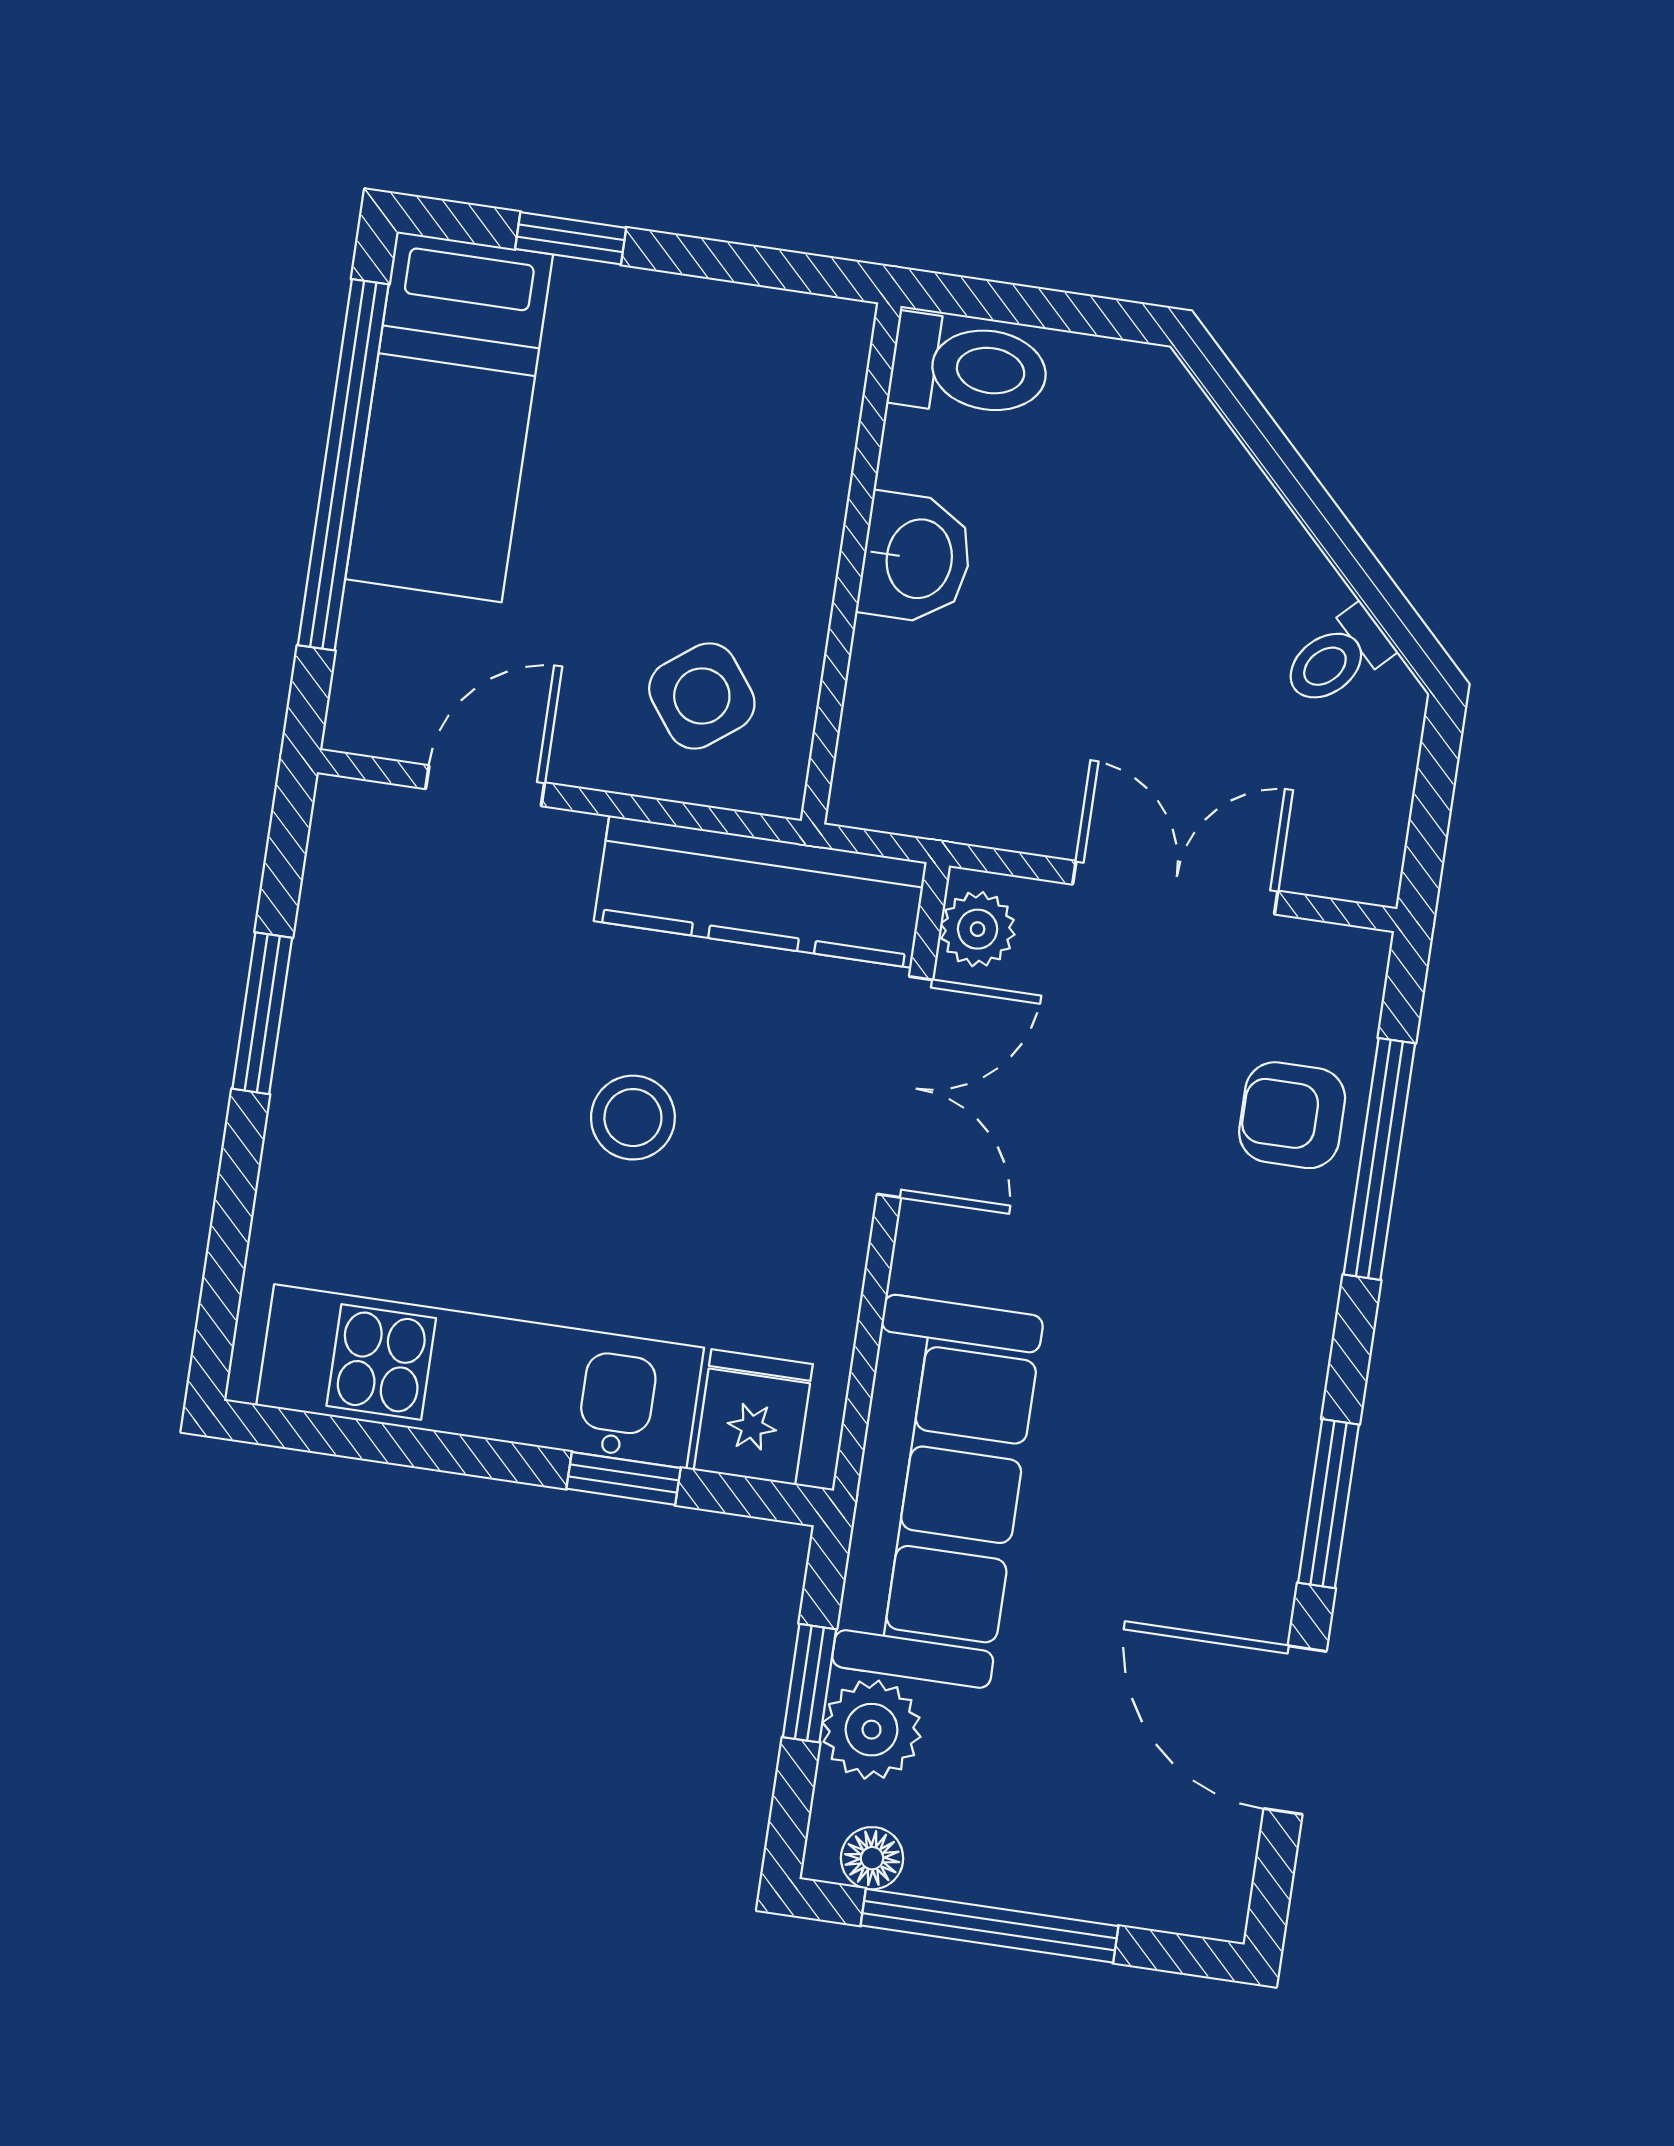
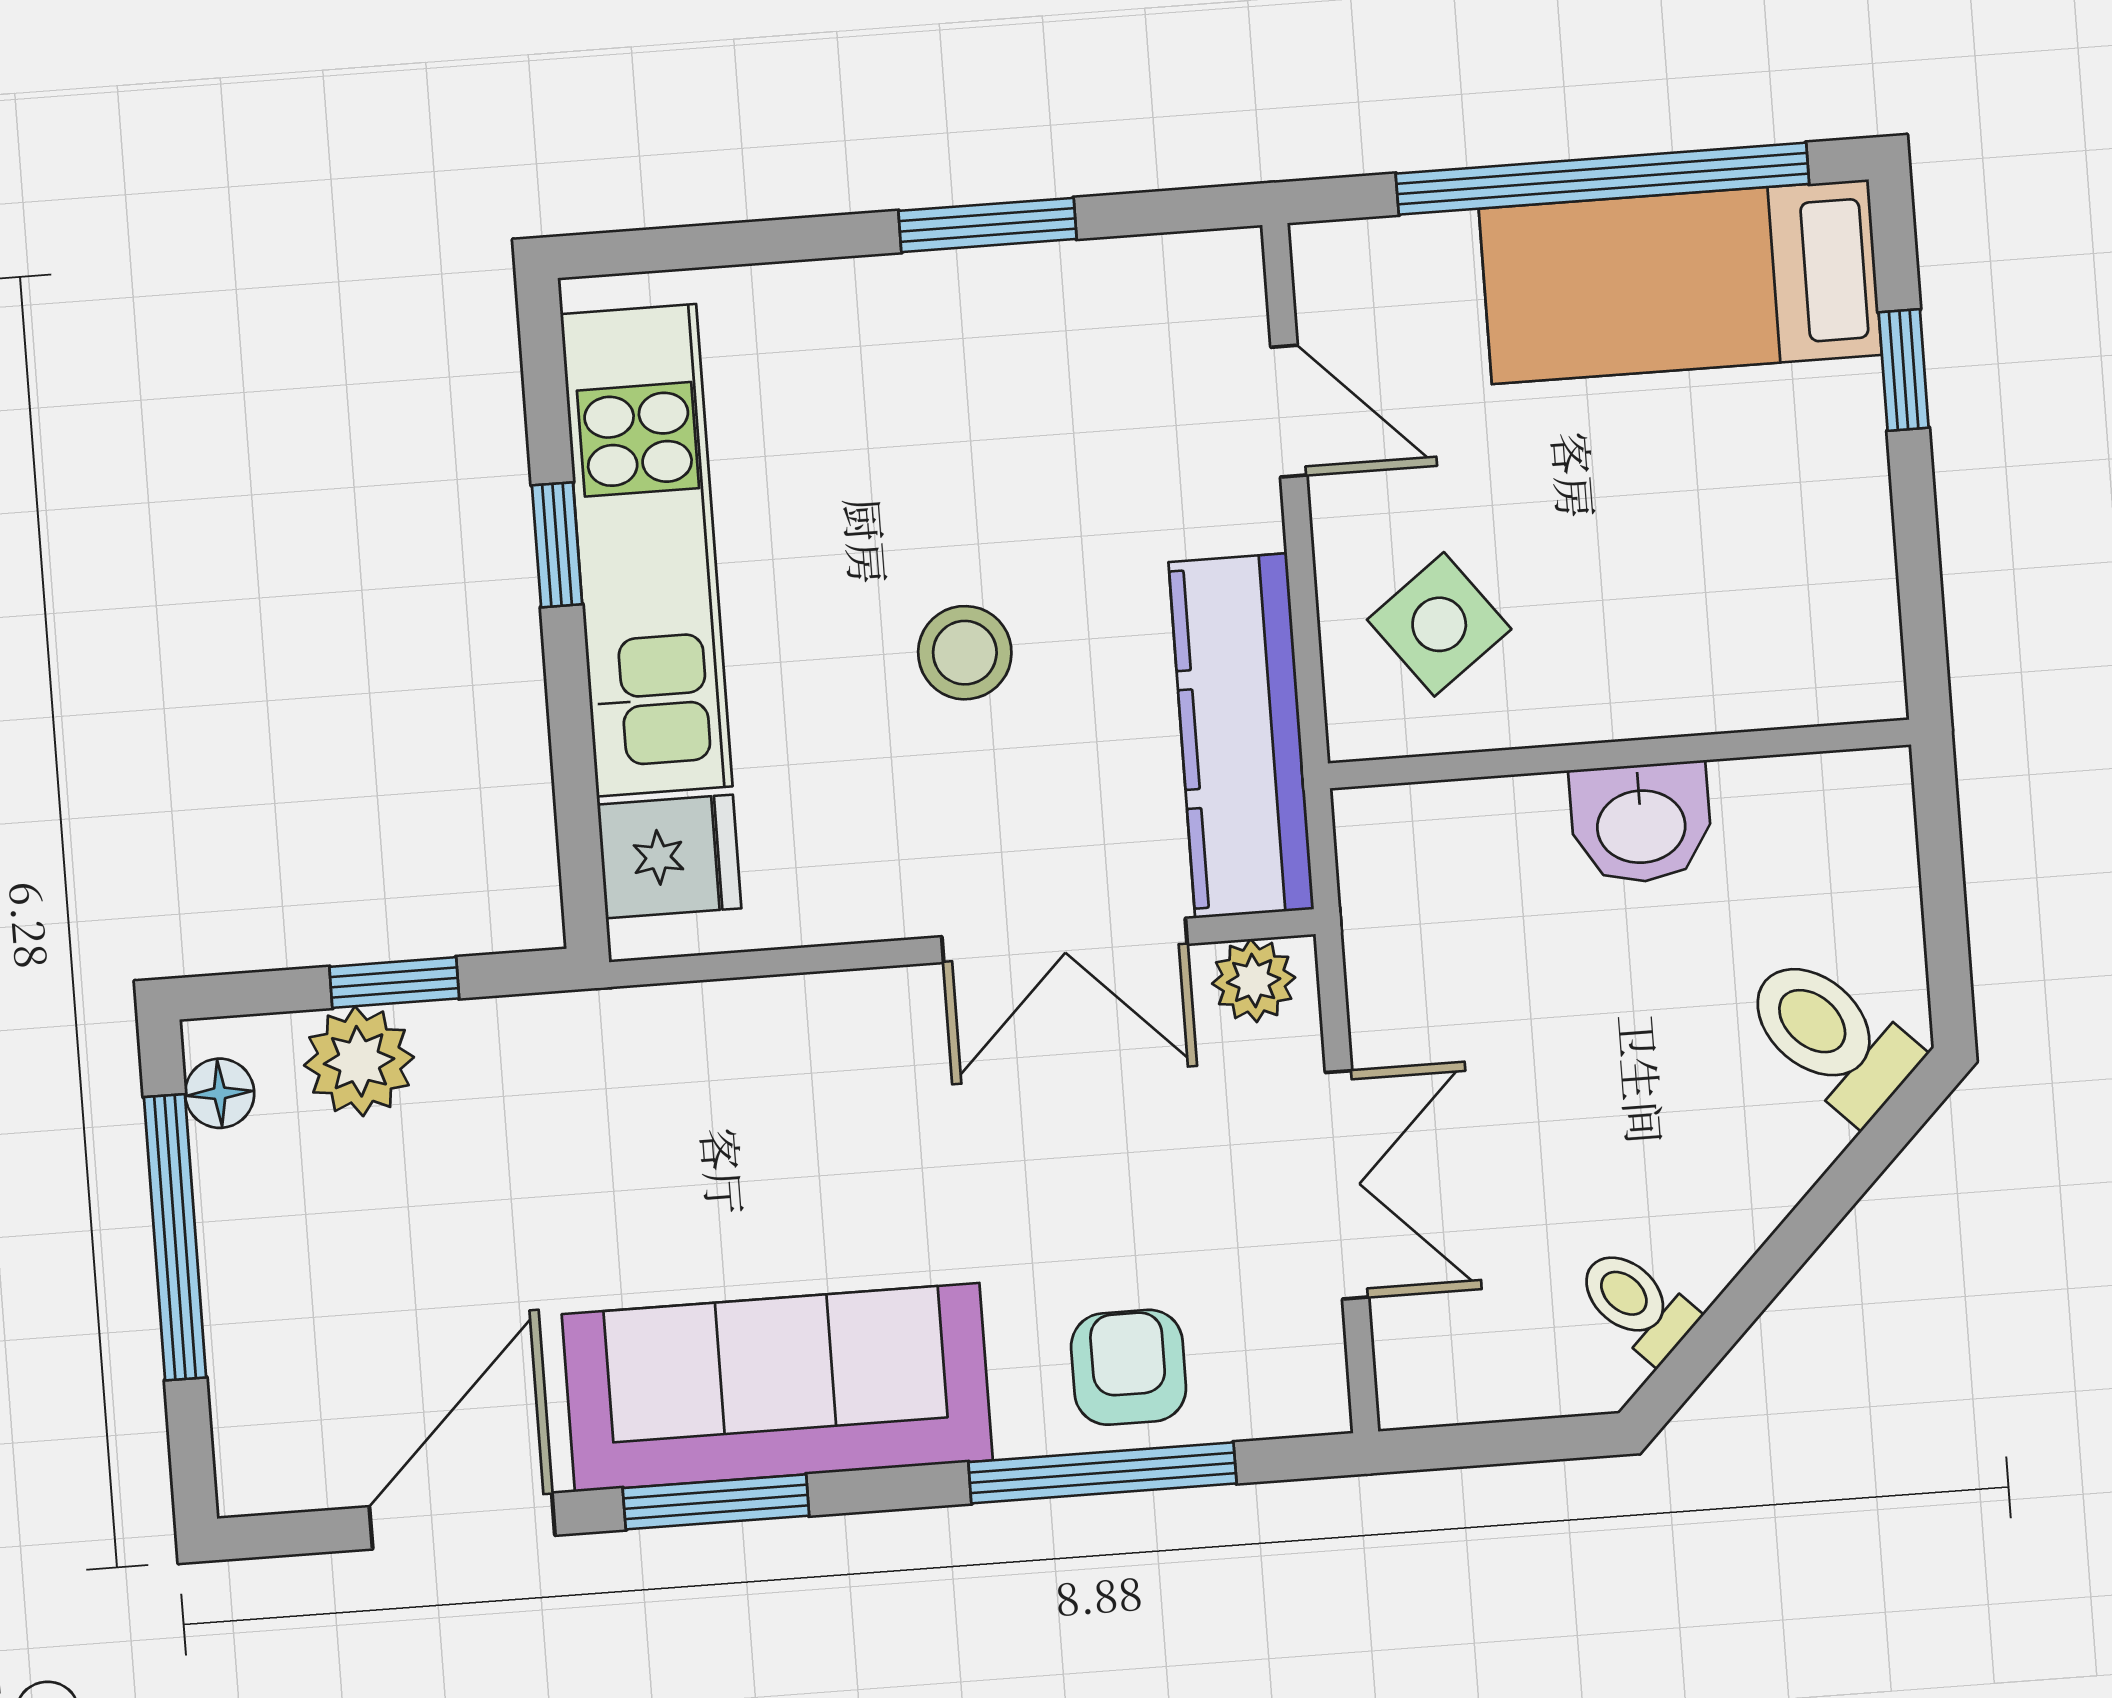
toilet: (969, 367) -> (1830, 1037), moved, turned 135
window: (624, 1478) -> (557, 545), moved
sofa: (937, 1491) -> (777, 1387), moved, turned 180

